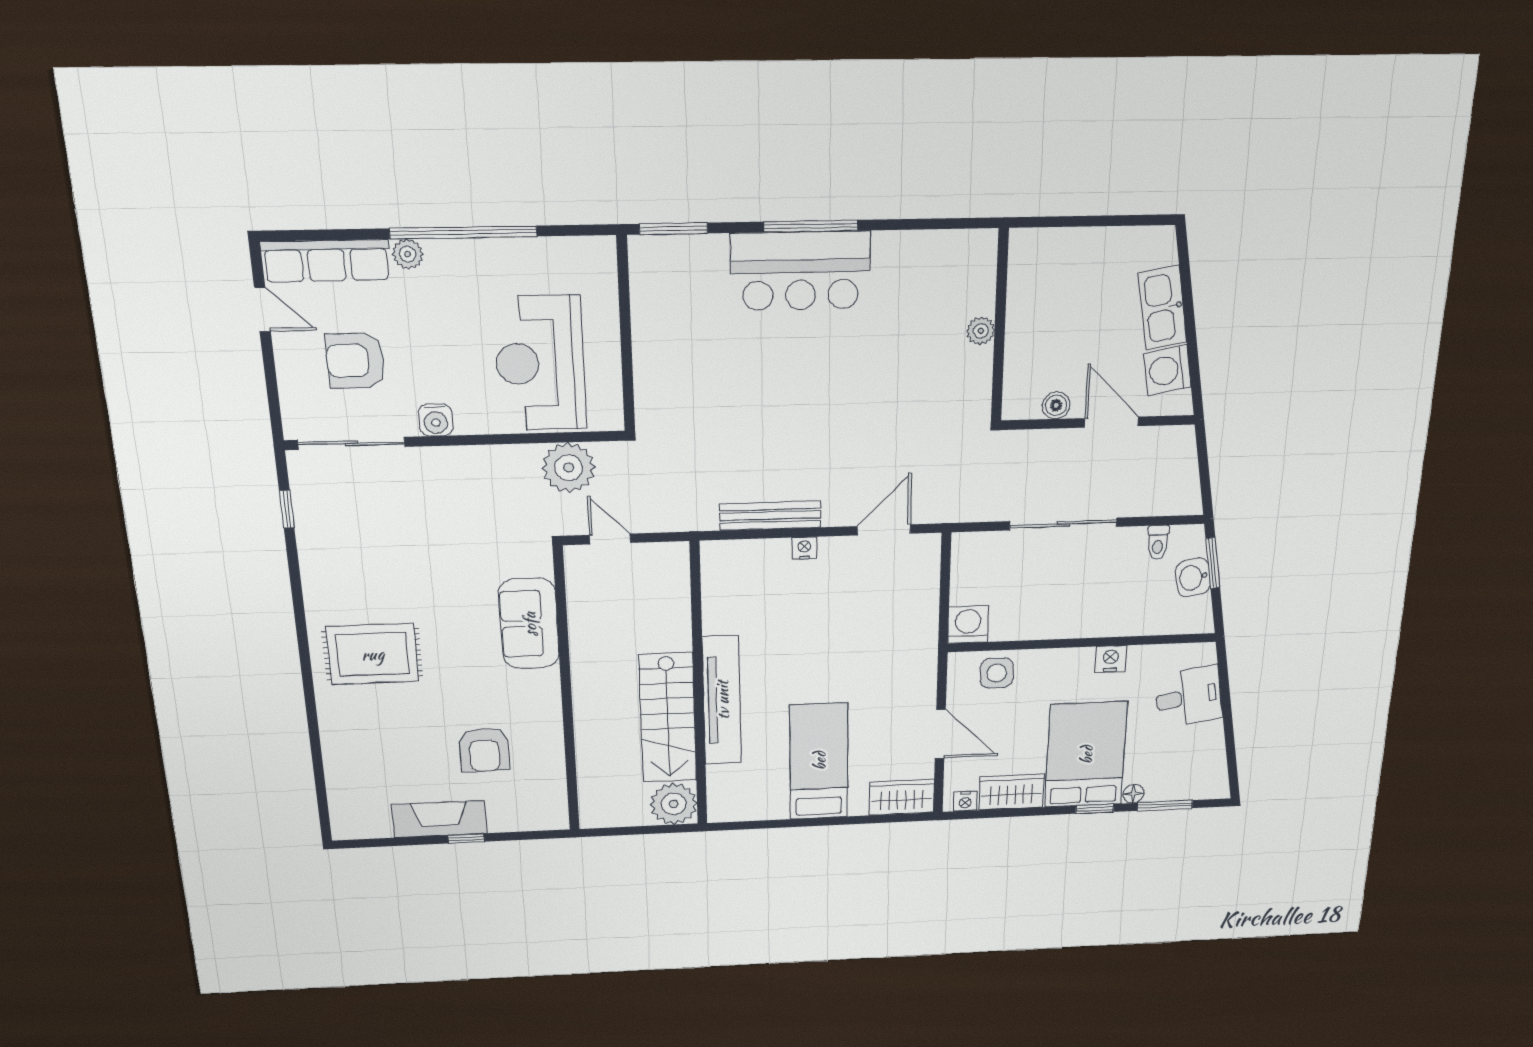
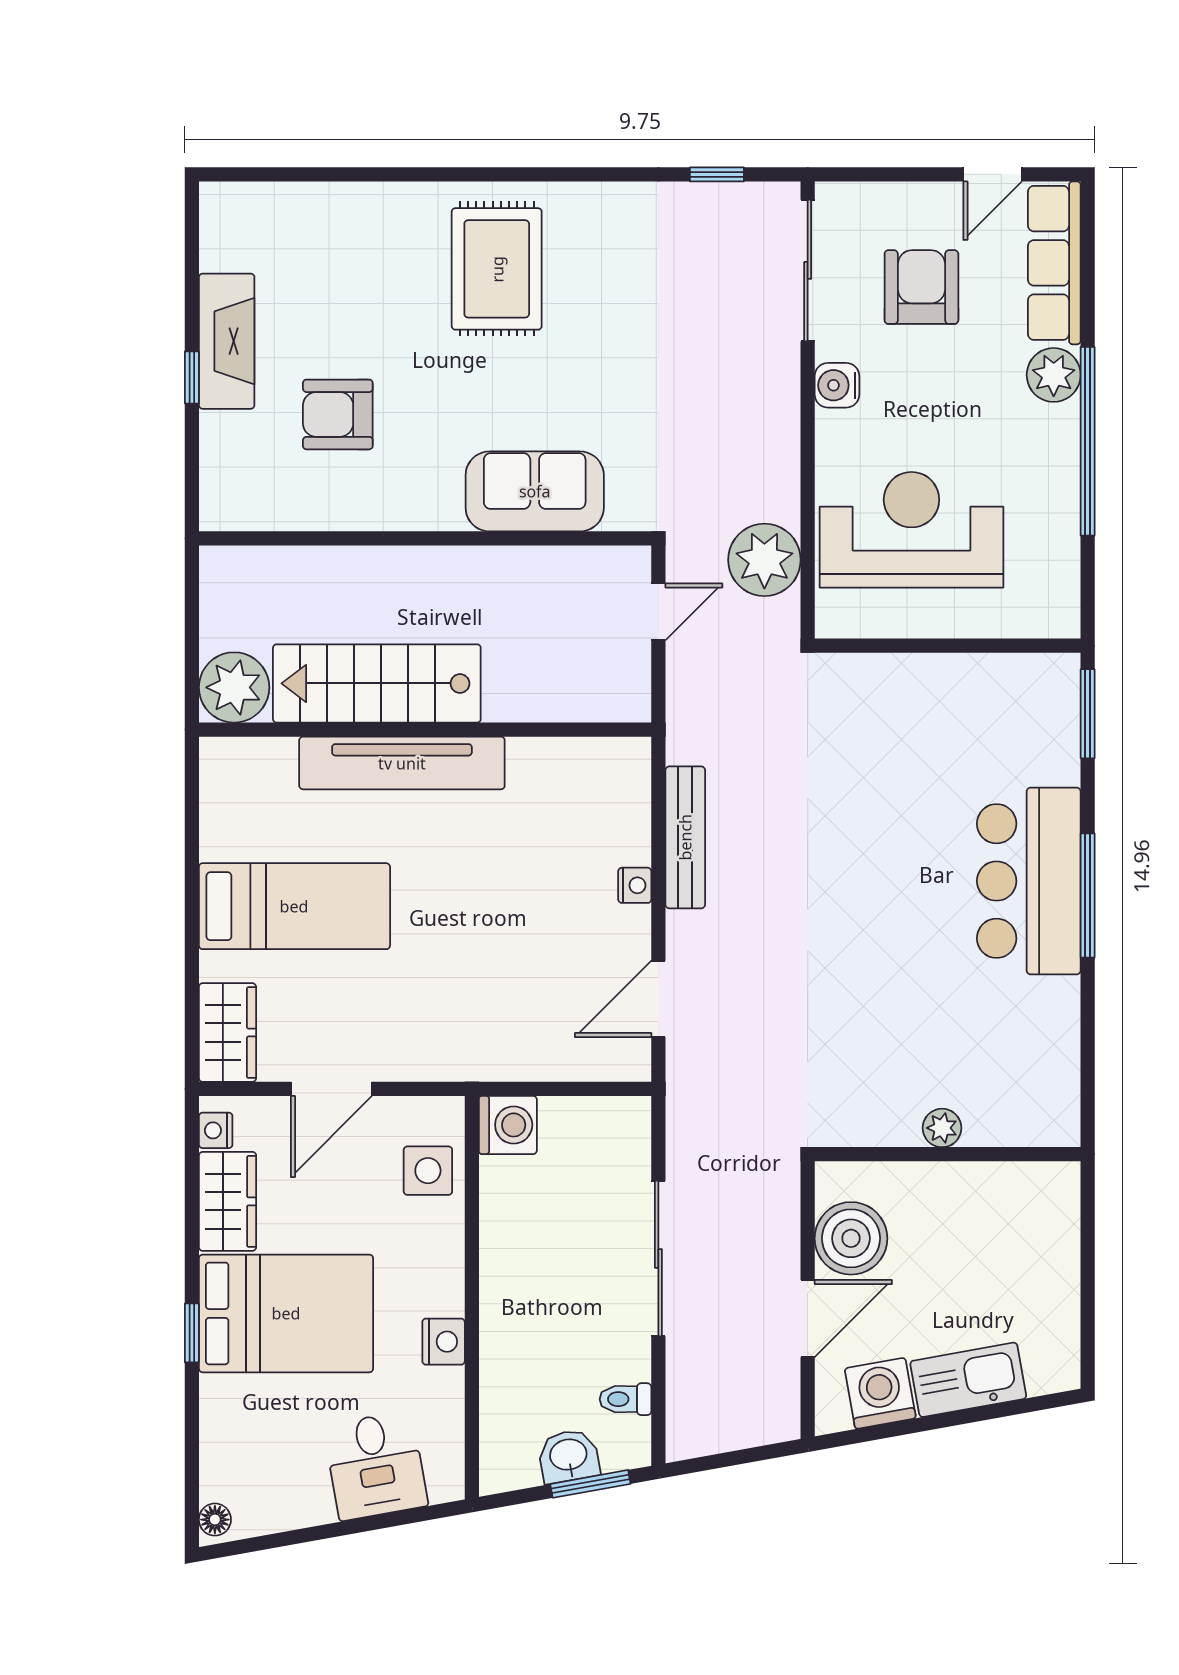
plant: (408, 254) -> (1054, 375), width x1.38, depth x1.38
boiler: (1056, 405) -> (851, 1238), width x1.86, depth x1.86
door: (884, 530) -> (658, 999), swing flipped
floor lamp: (1133, 794) -> (215, 1520), moved
window: (1165, 805) -> (192, 1443), removed

